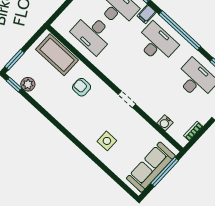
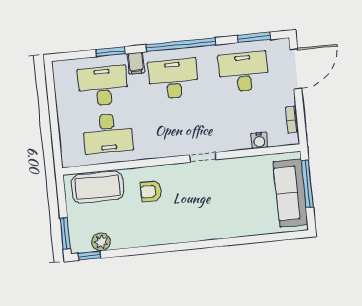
side table: (107, 141) -> (226, 213), removed

